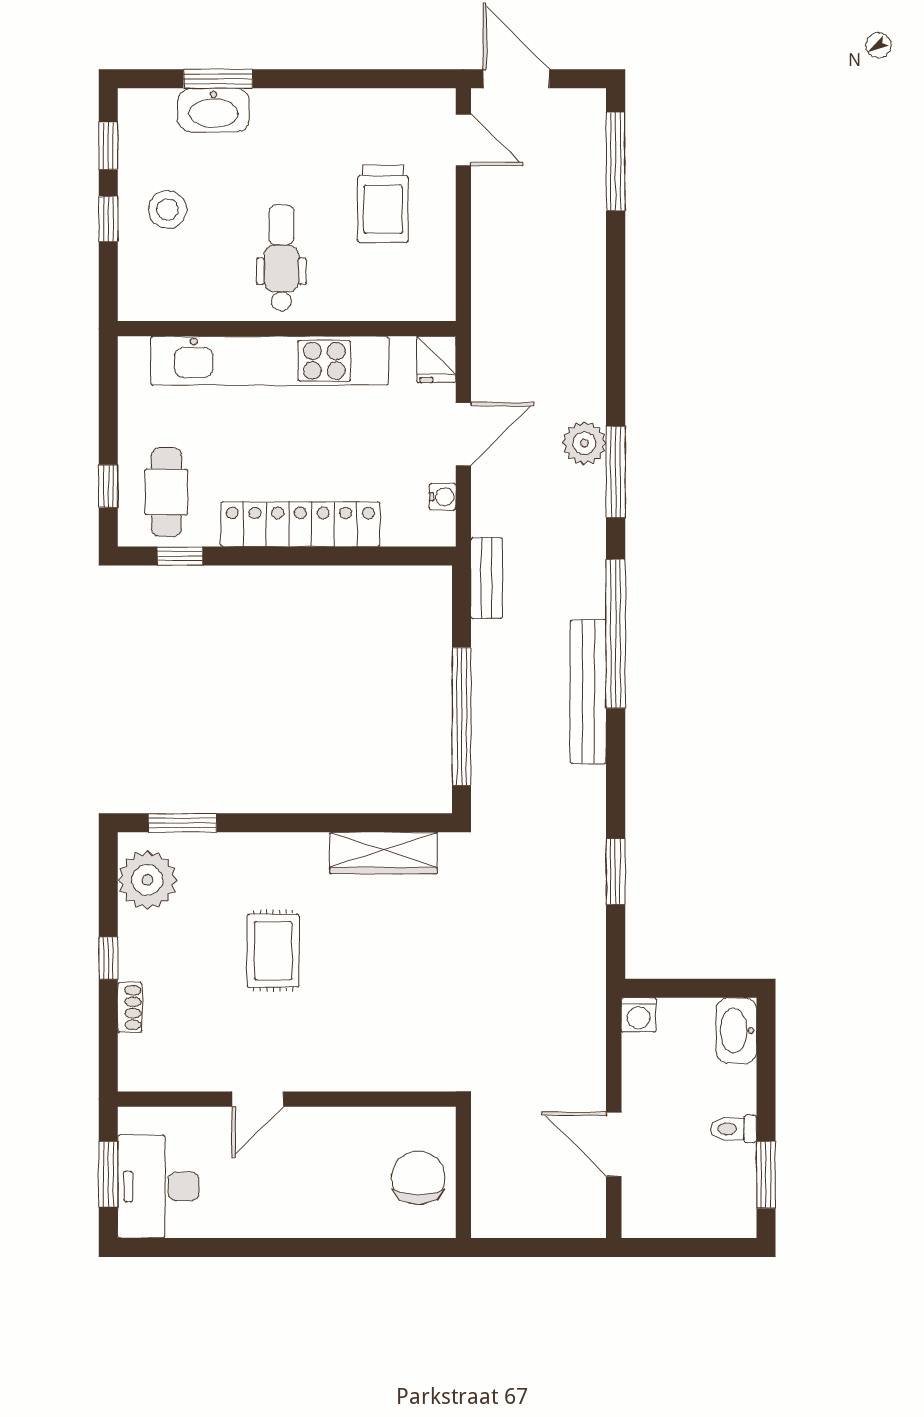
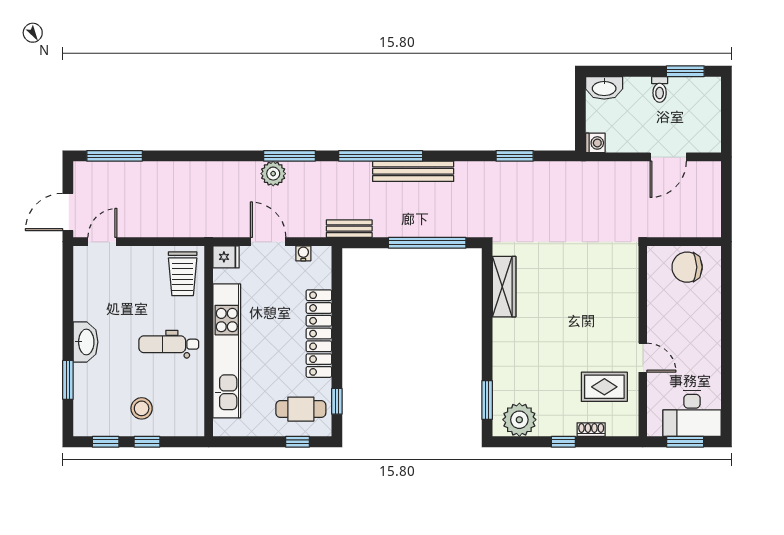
washbasin: (214, 110) -> (86, 342), moved
trolley: (383, 204) -> (183, 274), moved, turned 90
rug: (273, 951) -> (604, 387), moved

